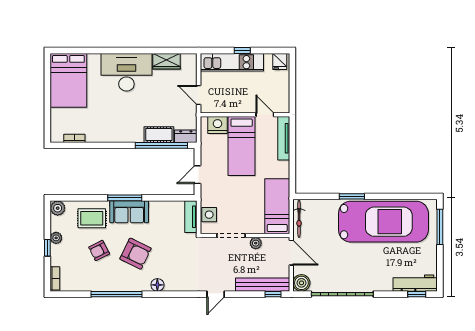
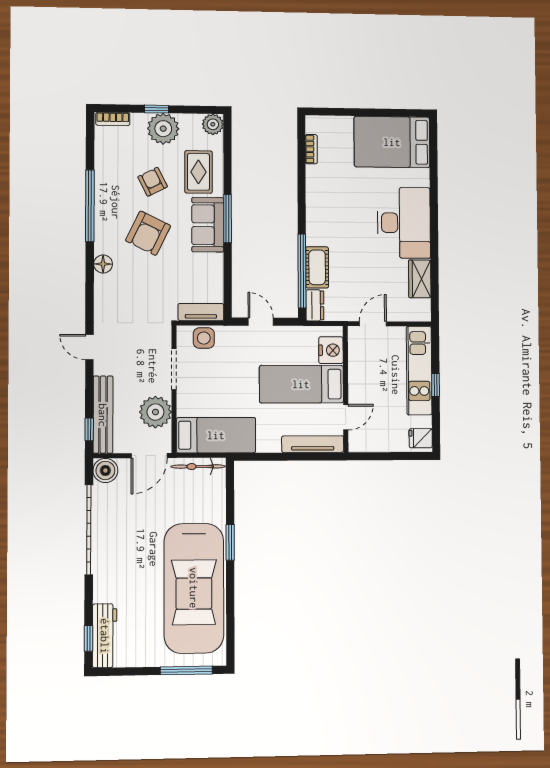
plant: (56, 238) -> (163, 129), width x1.87, depth x1.87
plant: (256, 243) -> (155, 412), width x1.87, depth x1.87

